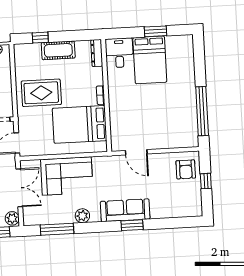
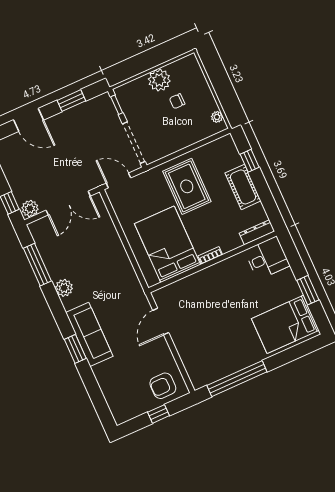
bed: (150, 60) -> (285, 324), moved
corner sofa: (67, 176) -> (103, 252), removed

